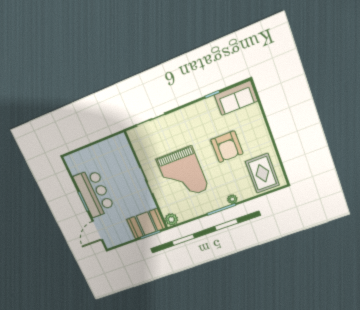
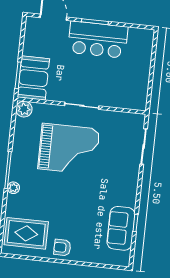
sofa: (236, 98) -> (121, 228), moved
armchair: (227, 147) -> (62, 248), moved, width x0.53, depth x0.53
grand piano: (183, 174) -> (69, 149), turned 180

